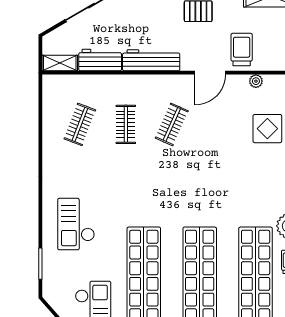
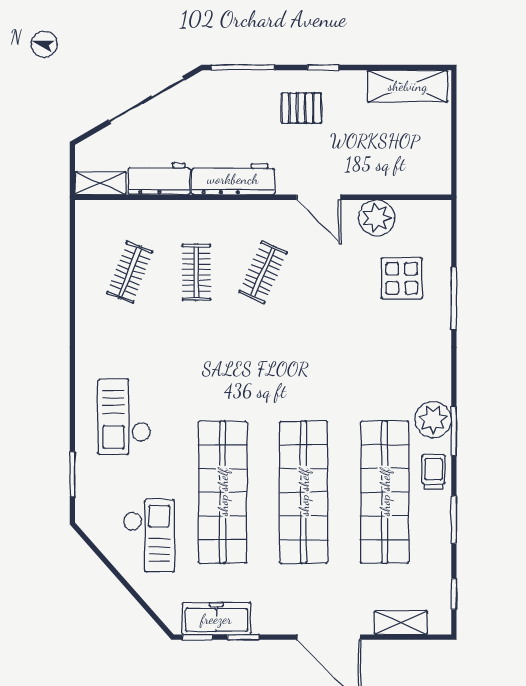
trolley: (242, 49) -> (364, 164), removed
door: (210, 73) -> (319, 197), hinge flipped
plant: (256, 81) -> (377, 218), width x1.88, depth x1.88

